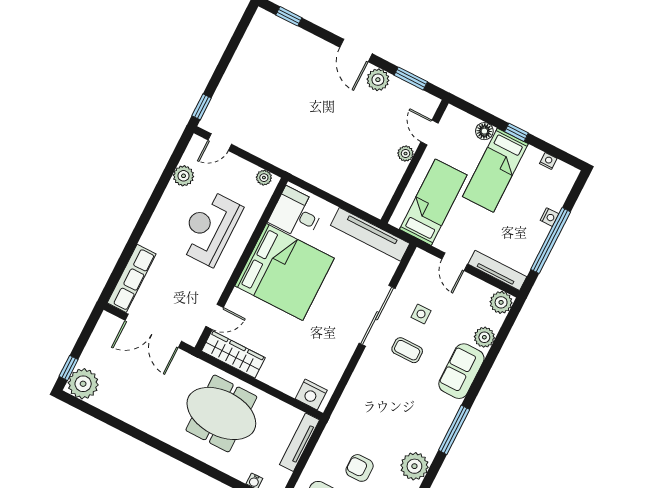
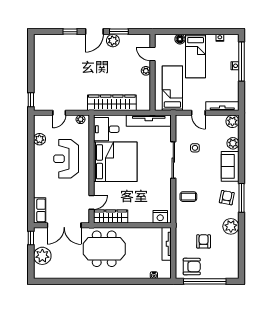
window: (289, 16) -> (70, 32), moved
door: (356, 51) -> (94, 32), hinge flipped
window: (411, 78) -> (119, 32), moved
window: (516, 132) -> (196, 32), removed
door: (220, 142) -> (59, 113), moved
wardrobe: (326, 177) -> (112, 103), added
window: (551, 241) -> (241, 61), moved
row of seats: (132, 278) -> (40, 210), width x0.68
coffee table: (407, 350) -> (188, 197), moved
window: (69, 368) -> (31, 238), moved
plant: (83, 384) -> (42, 256), moved
meeting table: (221, 413) -> (104, 249), moved
armchair: (431, 418) -> (227, 198), added
armchair: (360, 468) -> (204, 241), turned 90

